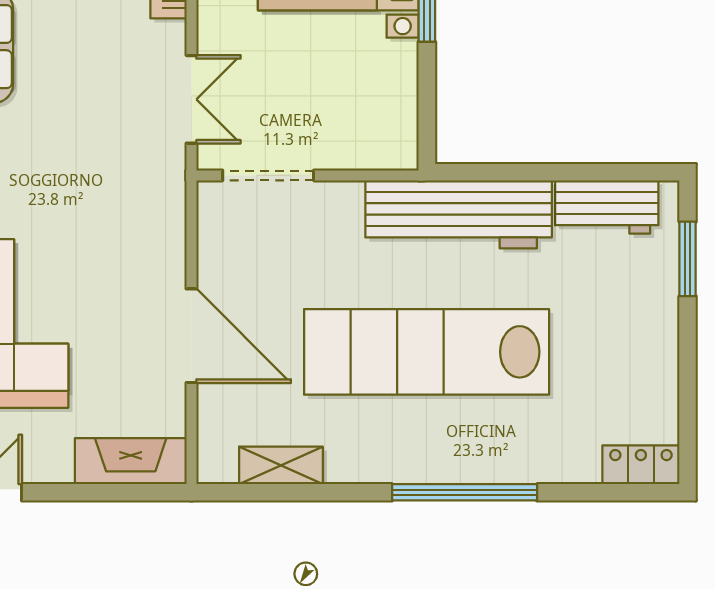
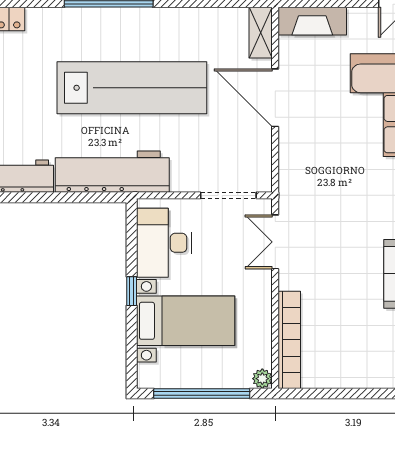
desk: (374, 98) -> (164, 243), added
shelving: (281, 465) -> (261, 33), moved, turned 90

